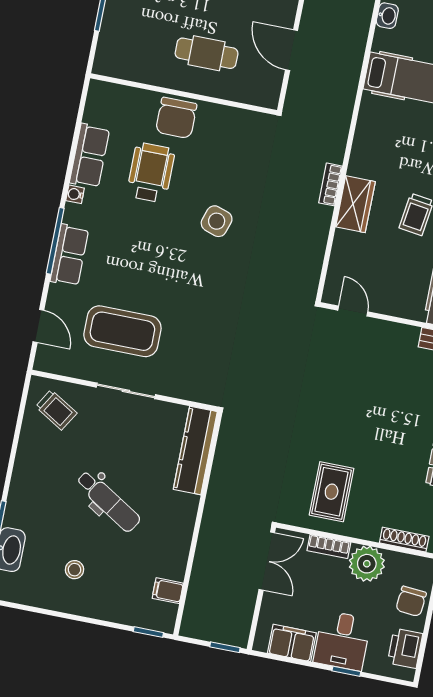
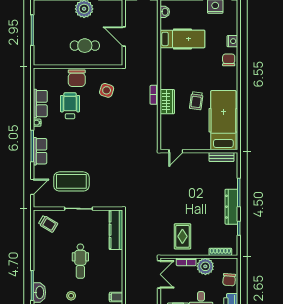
side table: (217, 221) -> (107, 90), moved
door: (353, 311) -> (176, 151), swing flipped
door: (38, 326) -> (32, 187), hinge flipped
dental chair: (108, 501) -> (80, 261), turned 58

